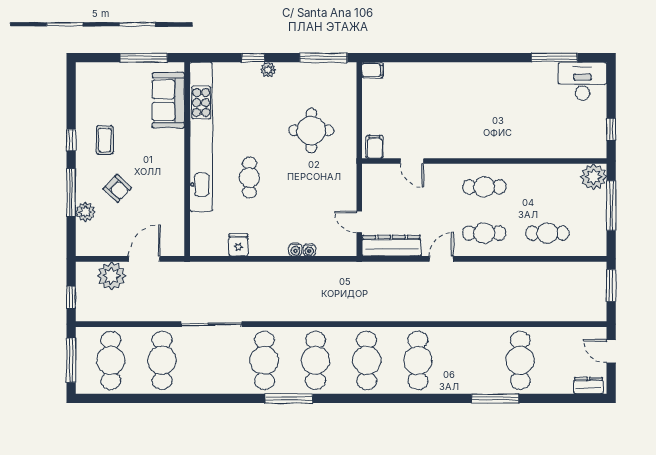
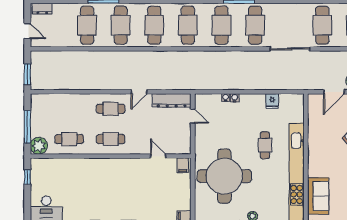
round table: (311, 130) -> (224, 176), width x1.86, depth x1.86
cafe table: (547, 233) -> (69, 139), moved
cafe table: (469, 360) -> (121, 25), added

